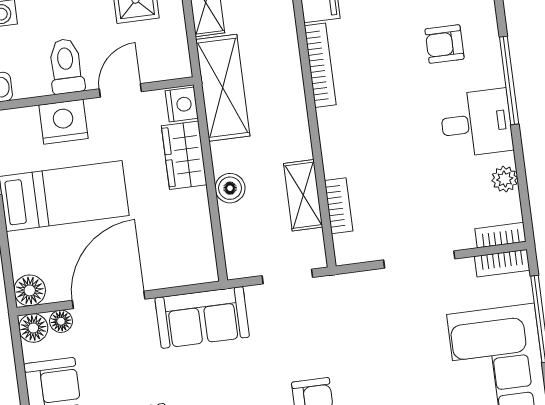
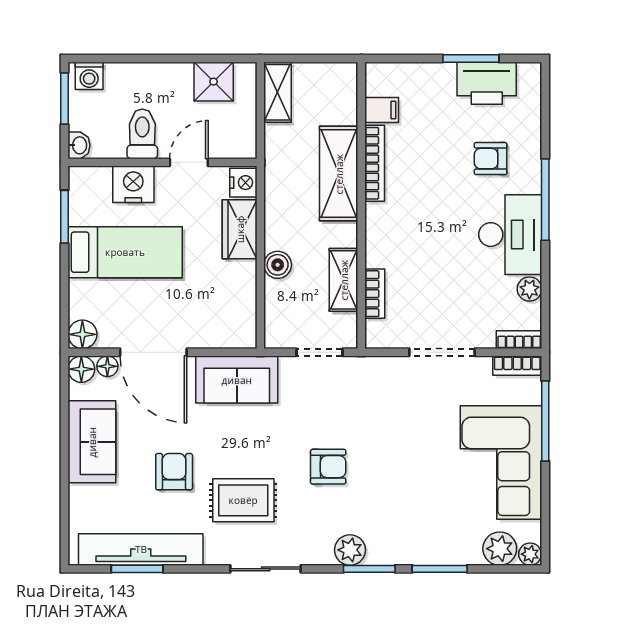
shelving: (223, 88) -> (339, 174), moved
desk: (476, 123) -> (510, 235), width x1.37
door: (109, 300) -> (153, 352), swing flipped

